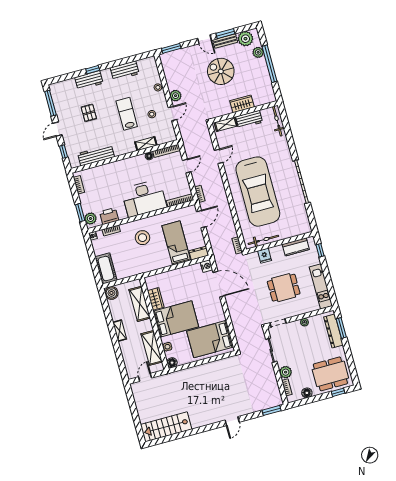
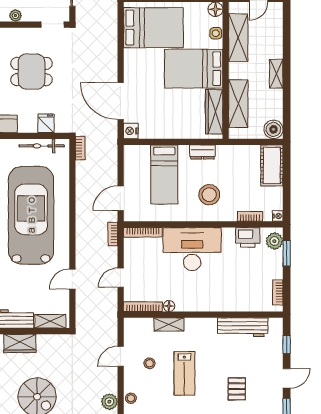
plant: (176, 96) -> (109, 402), moved
dresser: (199, 253) -> (202, 152), moved
wardrobe: (156, 299) -> (214, 112), width x1.50

